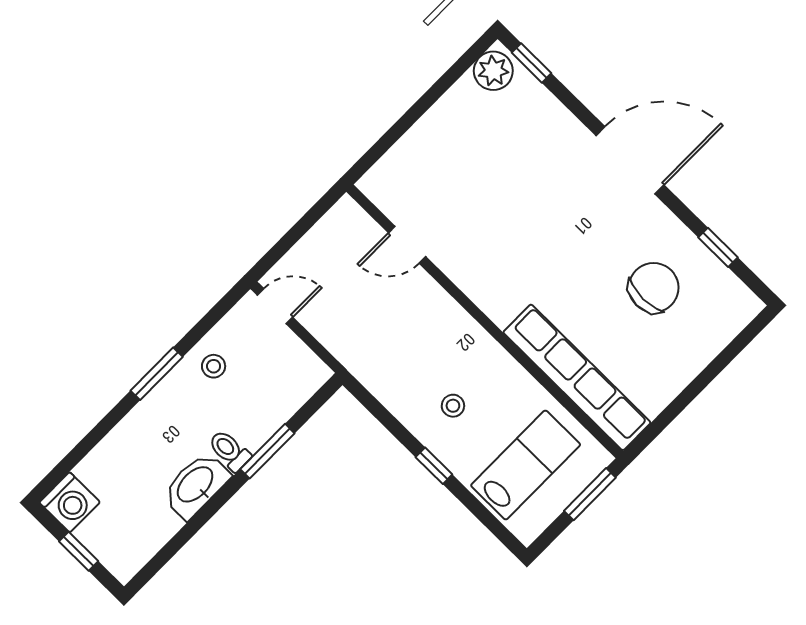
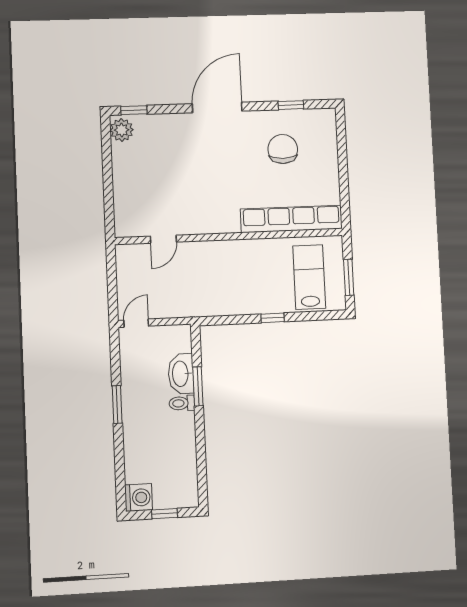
stool: (214, 366) -> (137, 376), removed
stool: (453, 406) -> (254, 285), removed
washbasin: (196, 485) -> (181, 374), moved
window: (590, 494) -> (349, 277), moved

